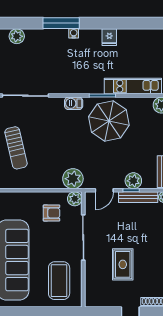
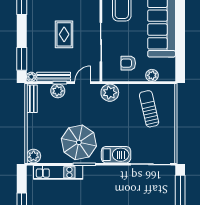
barbecue: (74, 103) -> (116, 155), width x1.88, depth x1.53
sun lounger: (16, 148) -> (149, 109), moved
plant: (75, 199) -> (152, 75), moved
rug: (123, 264) -> (64, 34), moved

